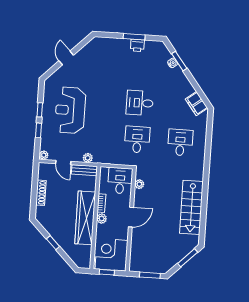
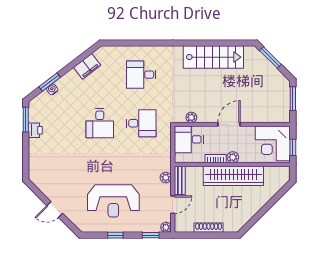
window: (134, 37) -> (26, 120), moved
filing cabinet: (196, 104) -> (87, 66), moved
window: (38, 130) -> (151, 235), moved
desk: (137, 140) -> (141, 123), turned 180
door: (131, 217) -> (229, 124), hinge flipped
window: (53, 243) -> (264, 210), removed

